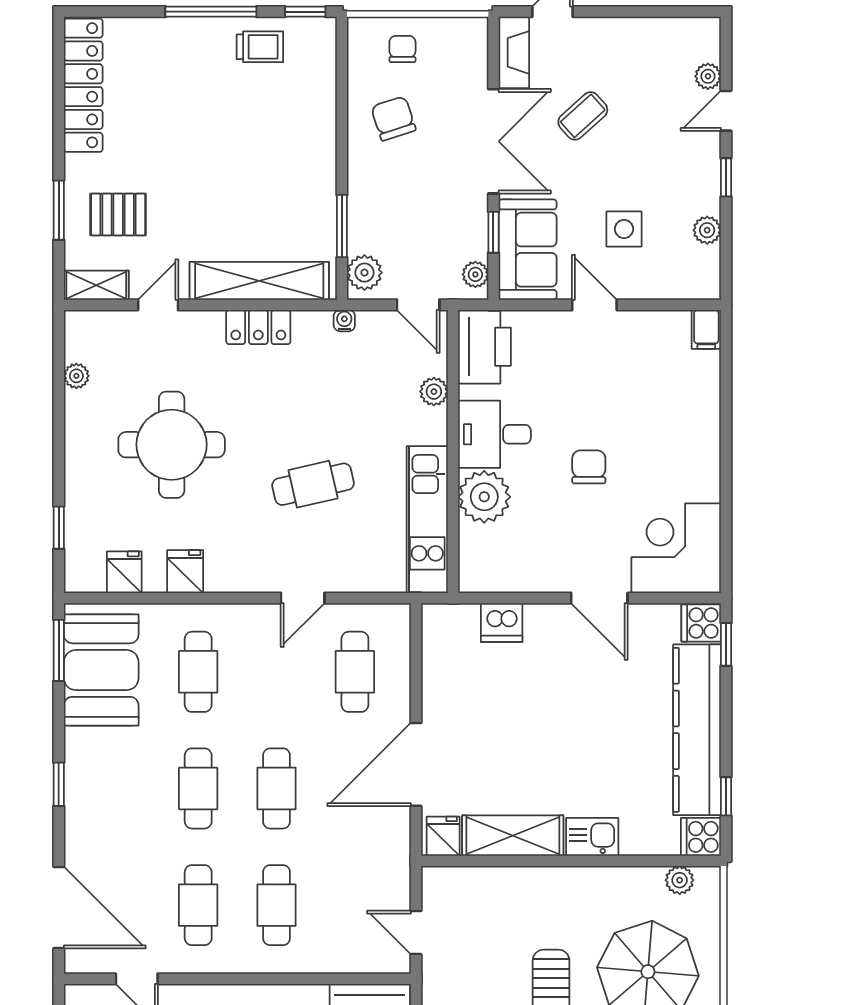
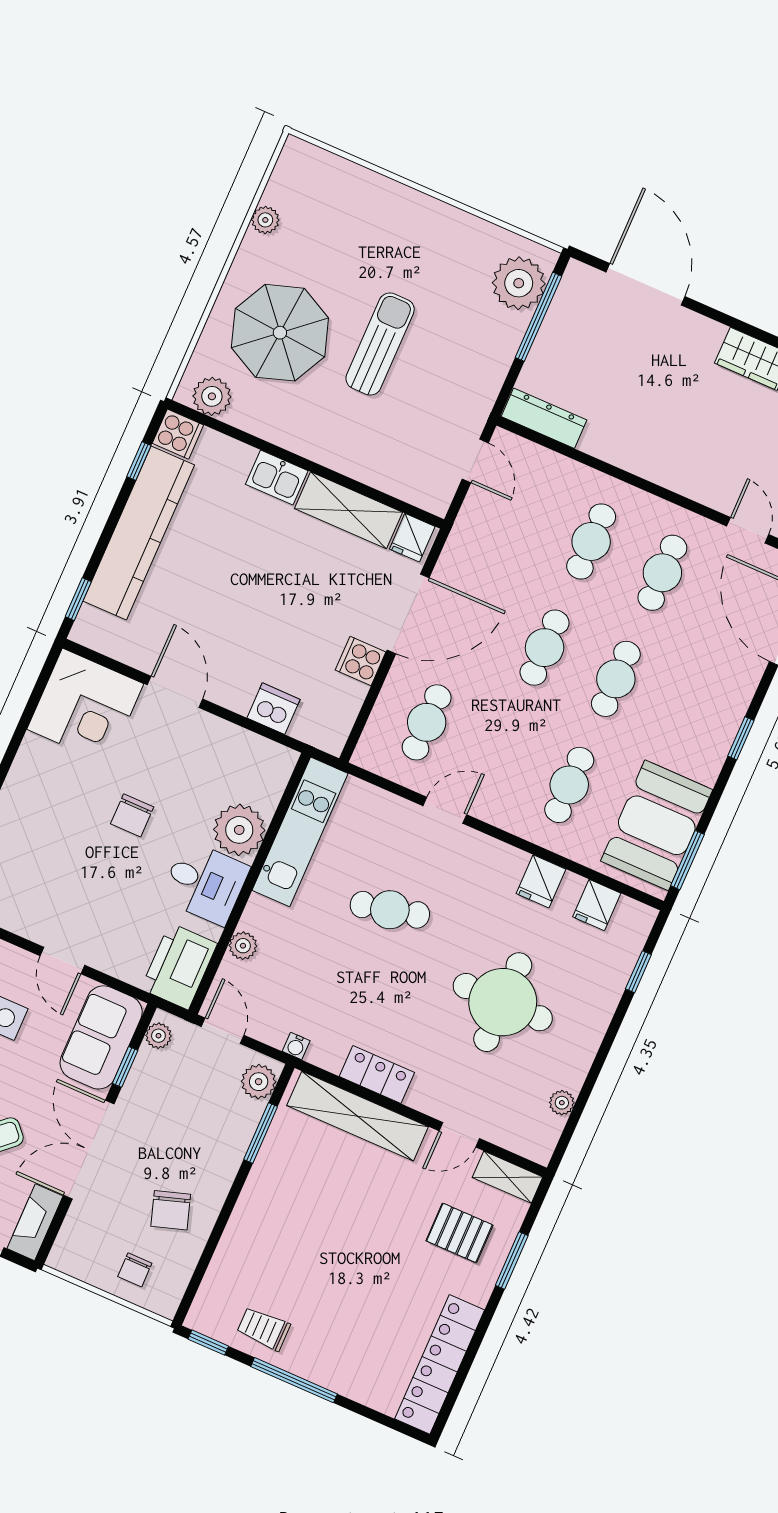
cooker: (701, 623) -> (361, 661), moved, turned 180
plant: (680, 880) -> (212, 396), width x1.38, depth x1.38

